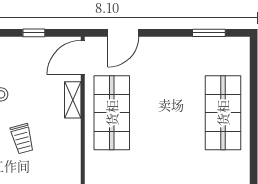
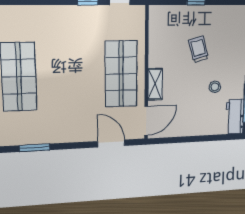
window: (34, 33) -> (187, 139), removed
door: (123, 33) -> (111, 144), hinge flipped

